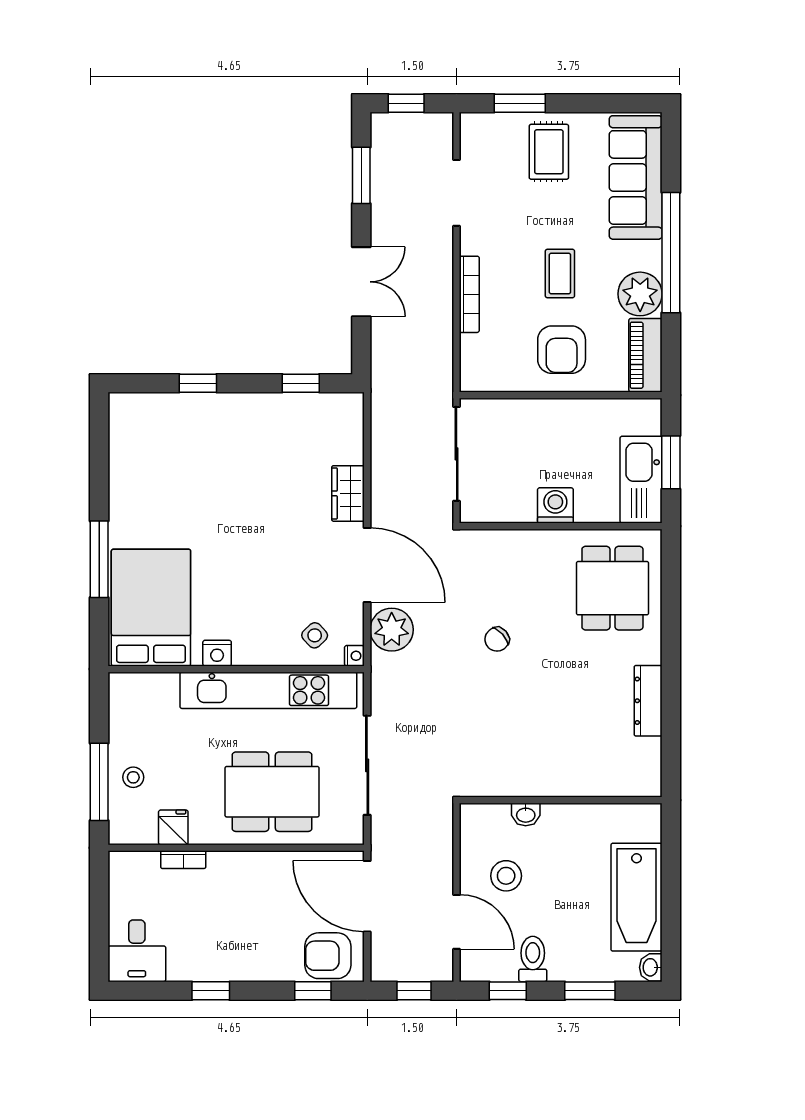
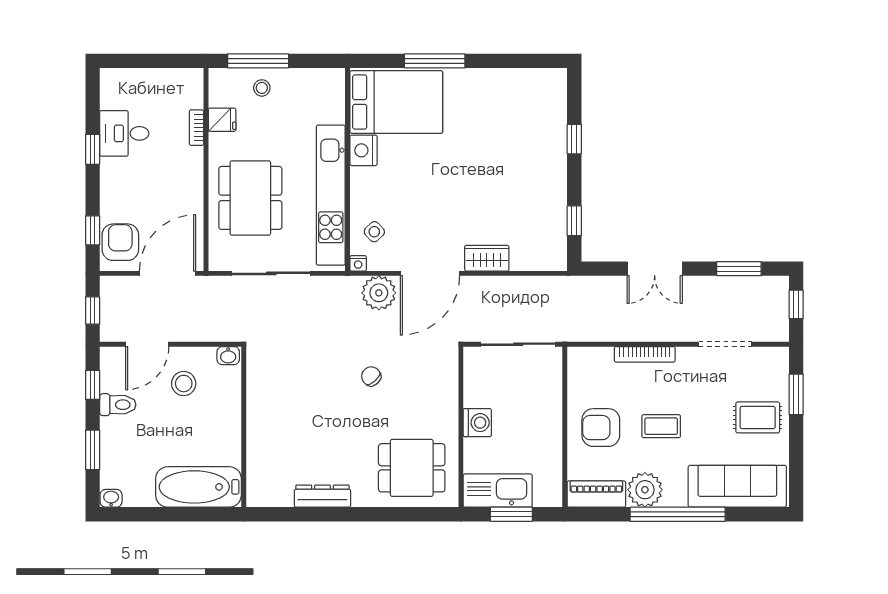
nightstand: (217, 653) -> (364, 150), width x1.36, depth x1.33
washbasin: (526, 815) -> (228, 356), moved, turned -90
bathtub: (637, 897) -> (198, 487), moved
desk: (137, 951) -> (124, 133), moved

